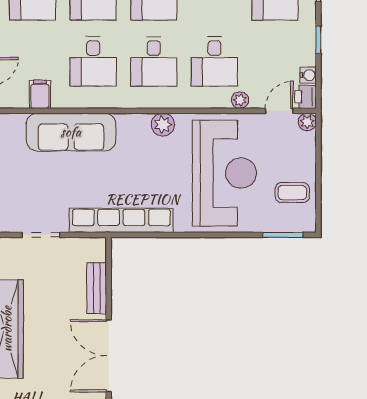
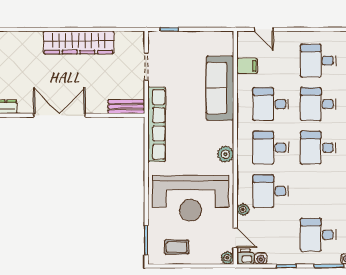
coffee table: (292, 193) -> (177, 247), turned 90
bench: (97, 288) -> (126, 107), moved

